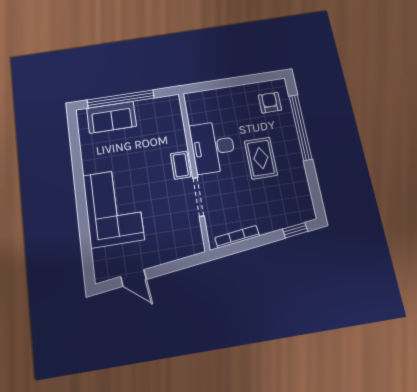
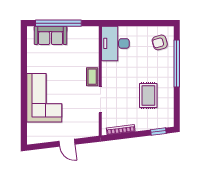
armchair: (270, 103) -> (160, 42), turned -106
desk: (213, 147) -> (115, 43), moved
rug: (261, 158) -> (148, 96), moved
door: (134, 278) -> (67, 143), moved

